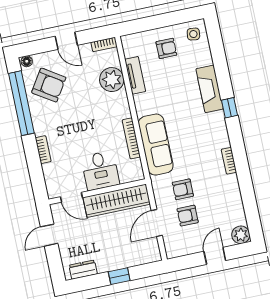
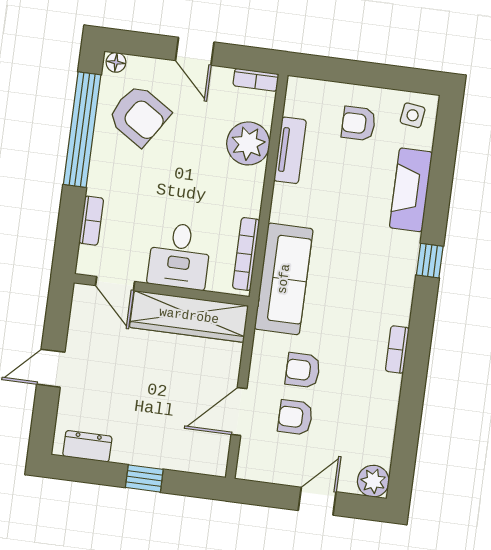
armchair: (166, 48) -> (359, 123), turned 180
fireplace: (210, 89) -> (411, 190), moved
desk: (100, 171) -> (179, 256), moved
wall: (97, 192) -> (162, 290), moved
door: (71, 197) -> (115, 284), moved
wardrobe: (117, 201) -> (189, 316), moved

